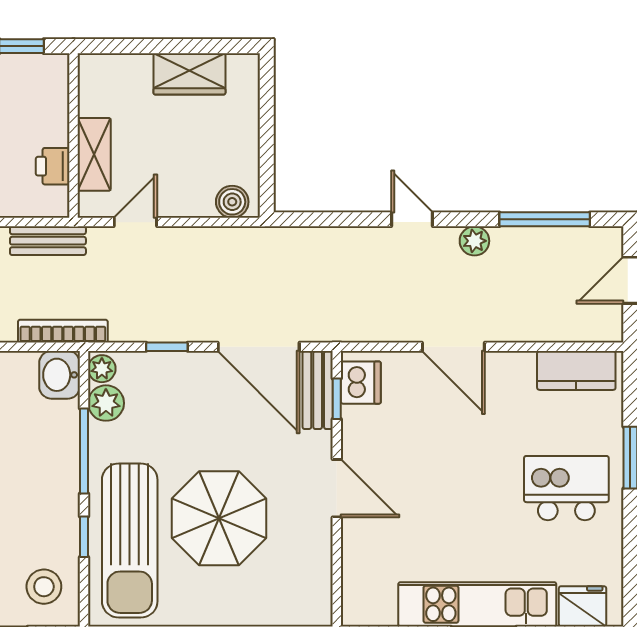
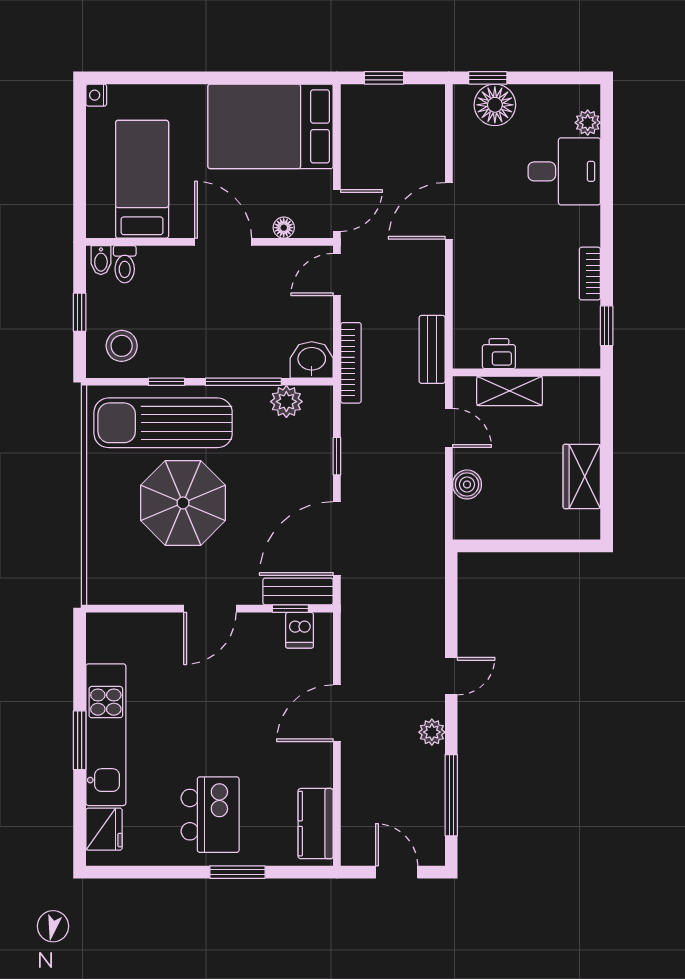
boiler: (232, 202) -> (467, 484), moved
plant: (102, 369) -> (317, 398), removed
dishwasher: (361, 383) -> (300, 630), width x0.73

